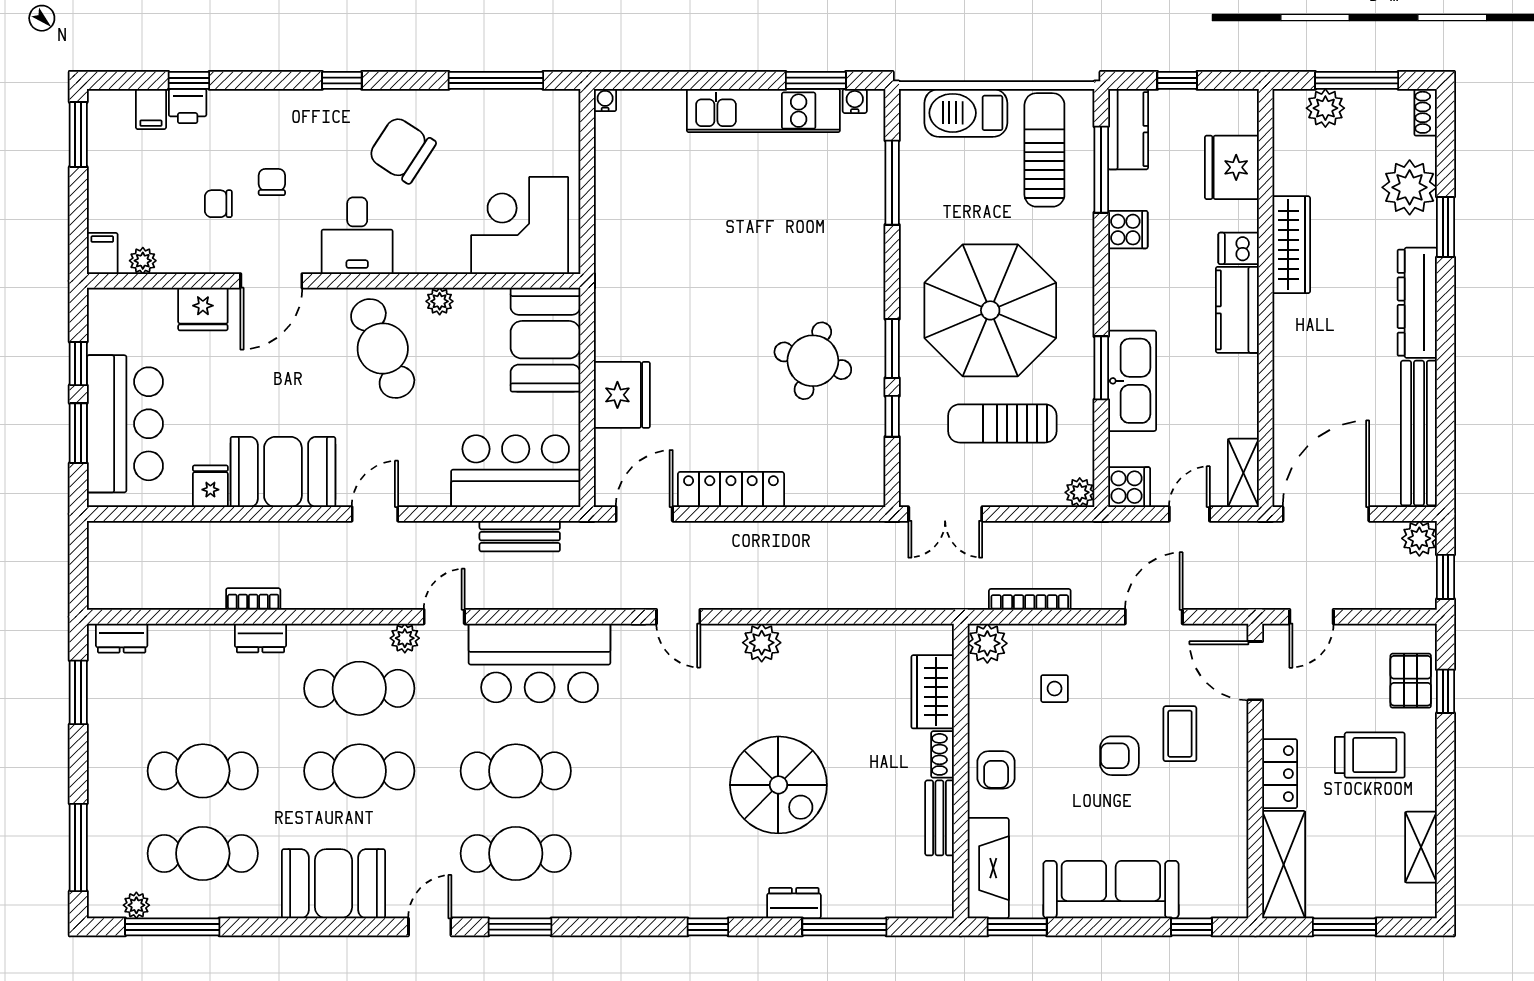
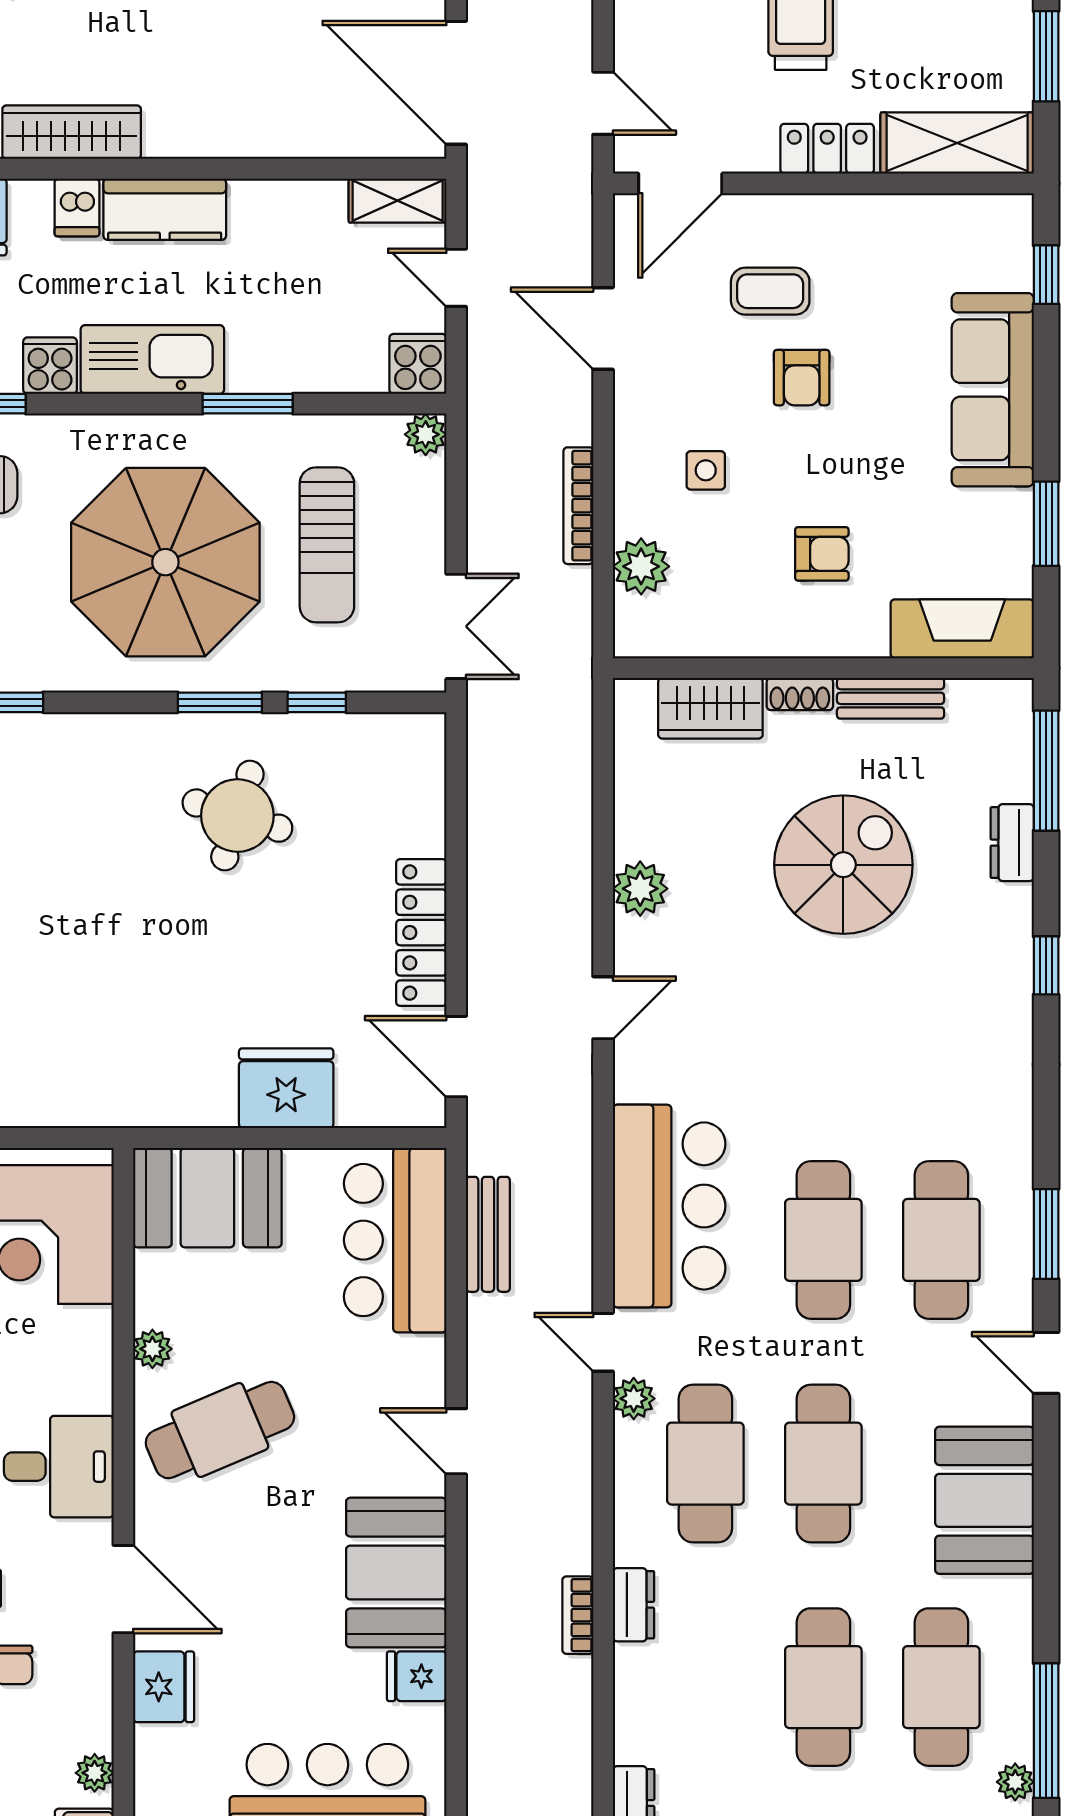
kitchen sink: (1132, 381) -> (152, 360), moved
wardrobe: (933, 692) -> (710, 708), moved
shoe rack: (943, 754) -> (800, 694), moved
wall: (961, 771) -> (823, 668), moved
bench: (939, 818) -> (891, 698), moved
fireplace: (988, 868) -> (962, 629), moved

